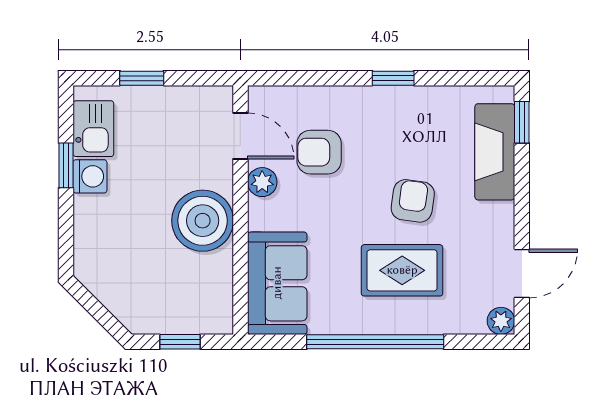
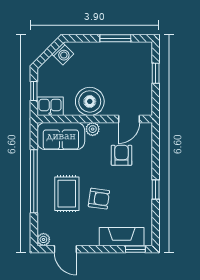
kitchen sink: (93, 129) -> (50, 106), moved, turned 180
window: (66, 165) -> (115, 38), width x1.50
washing machine: (90, 176) -> (63, 54), moved, turned -45
plant: (262, 182) -> (93, 129), moved

